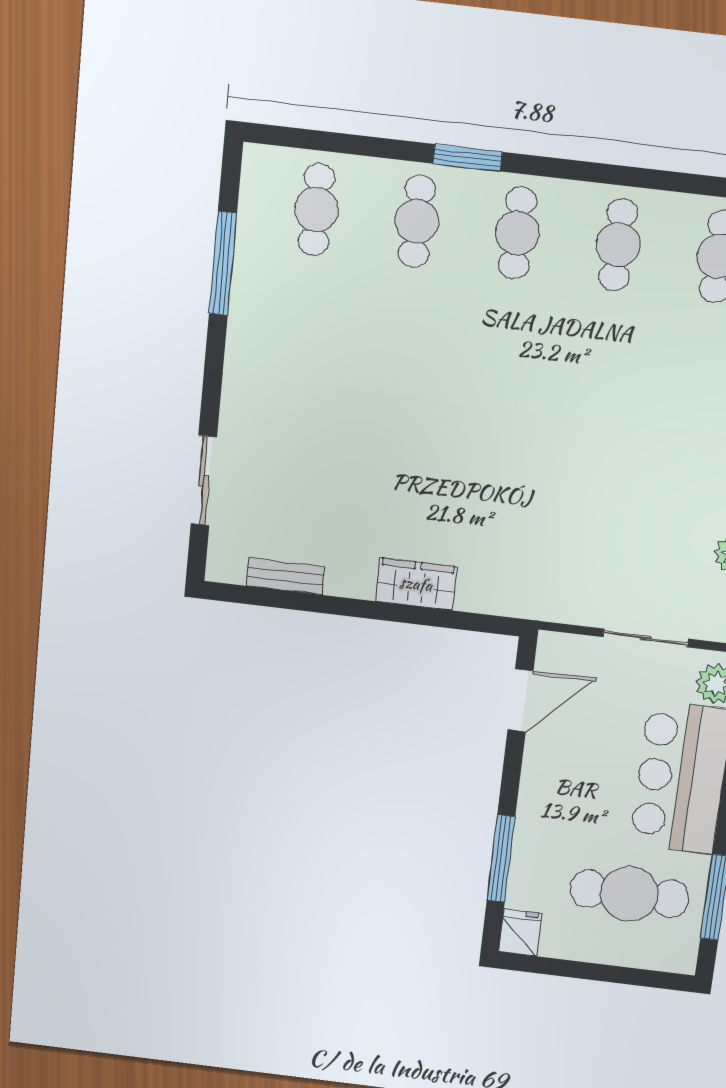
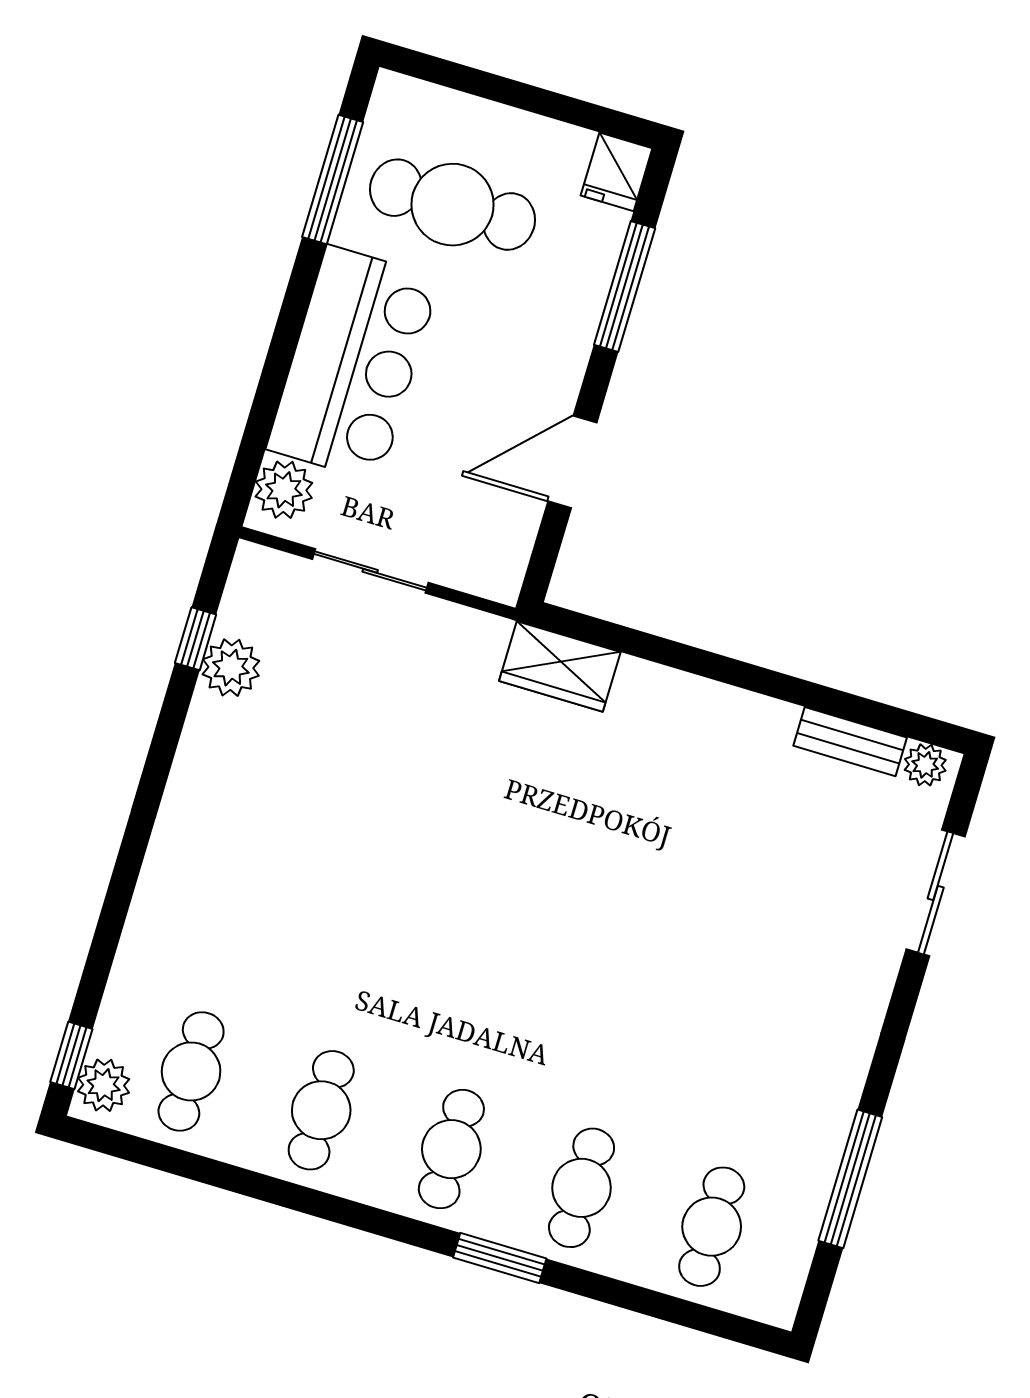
plant: (229, 569) -> (925, 765), added
wardrobe: (416, 584) -> (560, 666), moved
door: (520, 700) -> (572, 462), moved

